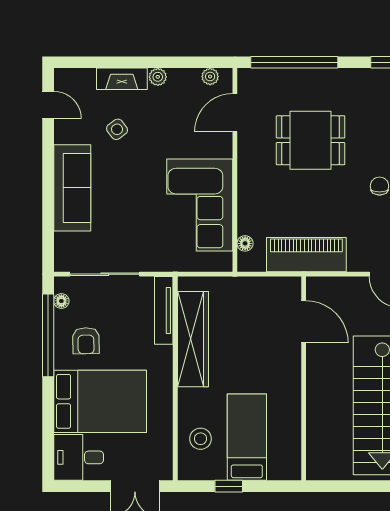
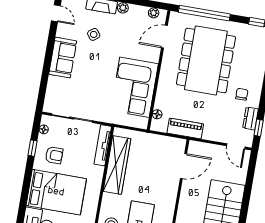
dining table: (311, 140) -> (206, 60), width x1.88, depth x1.24
sofa: (72, 188) -> (63, 58), width x0.73
piano: (306, 255) -> (185, 128), width x0.73, depth x0.75
door: (304, 322) -> (184, 166), hinge flipped
window: (48, 335) -> (32, 148), width x0.32
armchair: (86, 341) -> (54, 155), turned -89

